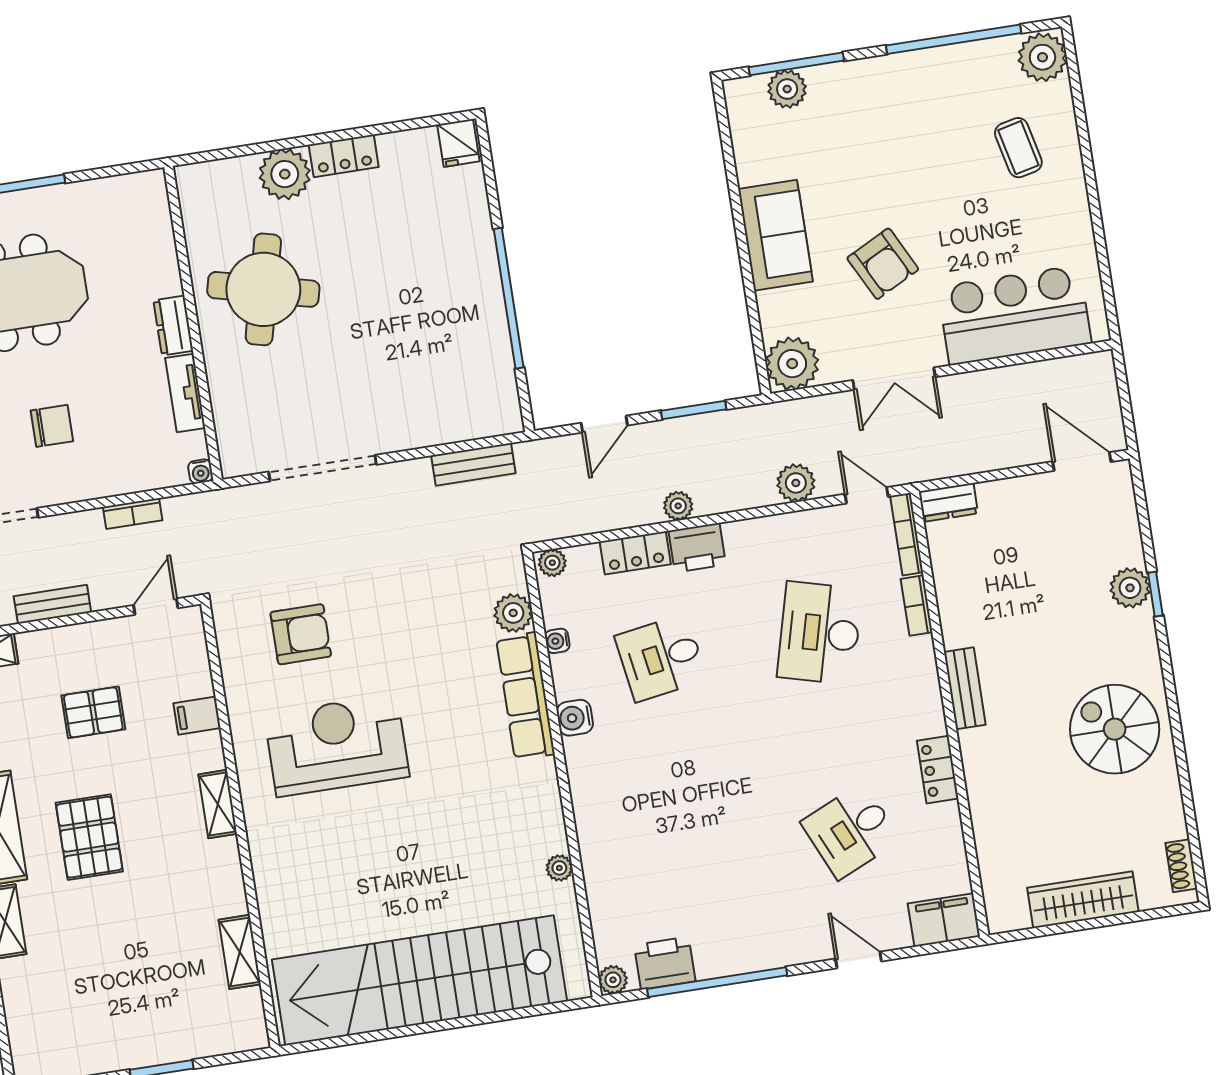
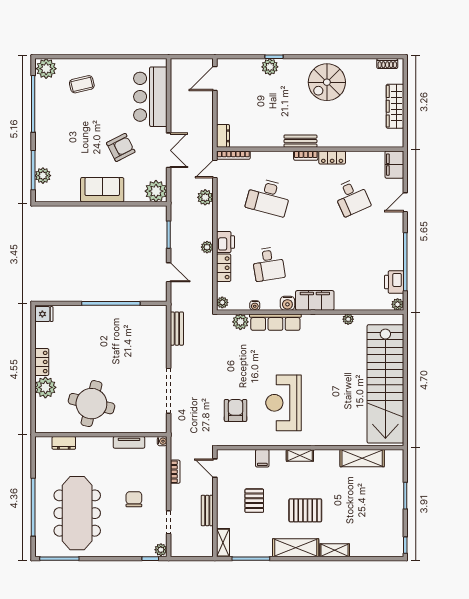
dresser: (173, 326) -> (64, 443), moved
bookcase: (917, 606) -> (306, 156), moved
filing cabinet: (592, 782) -> (315, 300), added
shelving: (240, 952) -> (362, 458), width x1.50, depth x1.33

